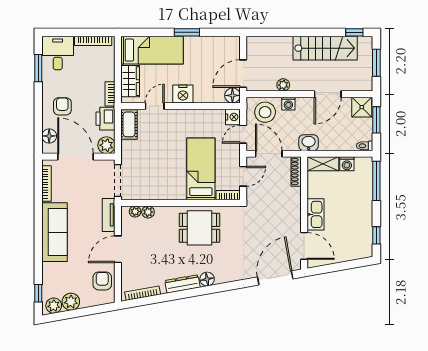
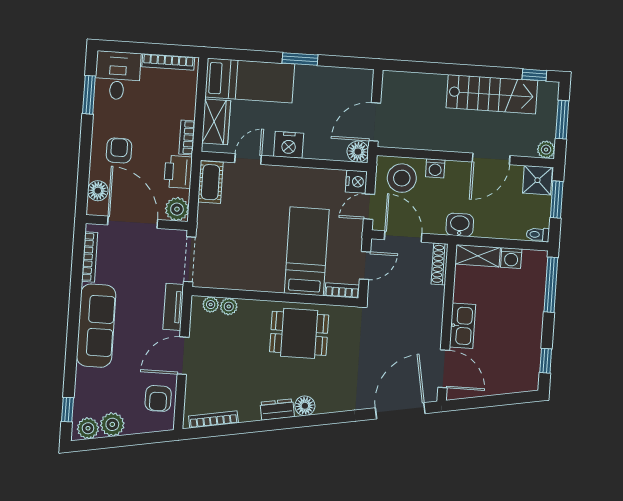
plant: (283, 85) -> (546, 150), moved
armchair: (102, 281) -> (158, 398), turned 180
dresser: (182, 284) -> (277, 410), width x0.70

